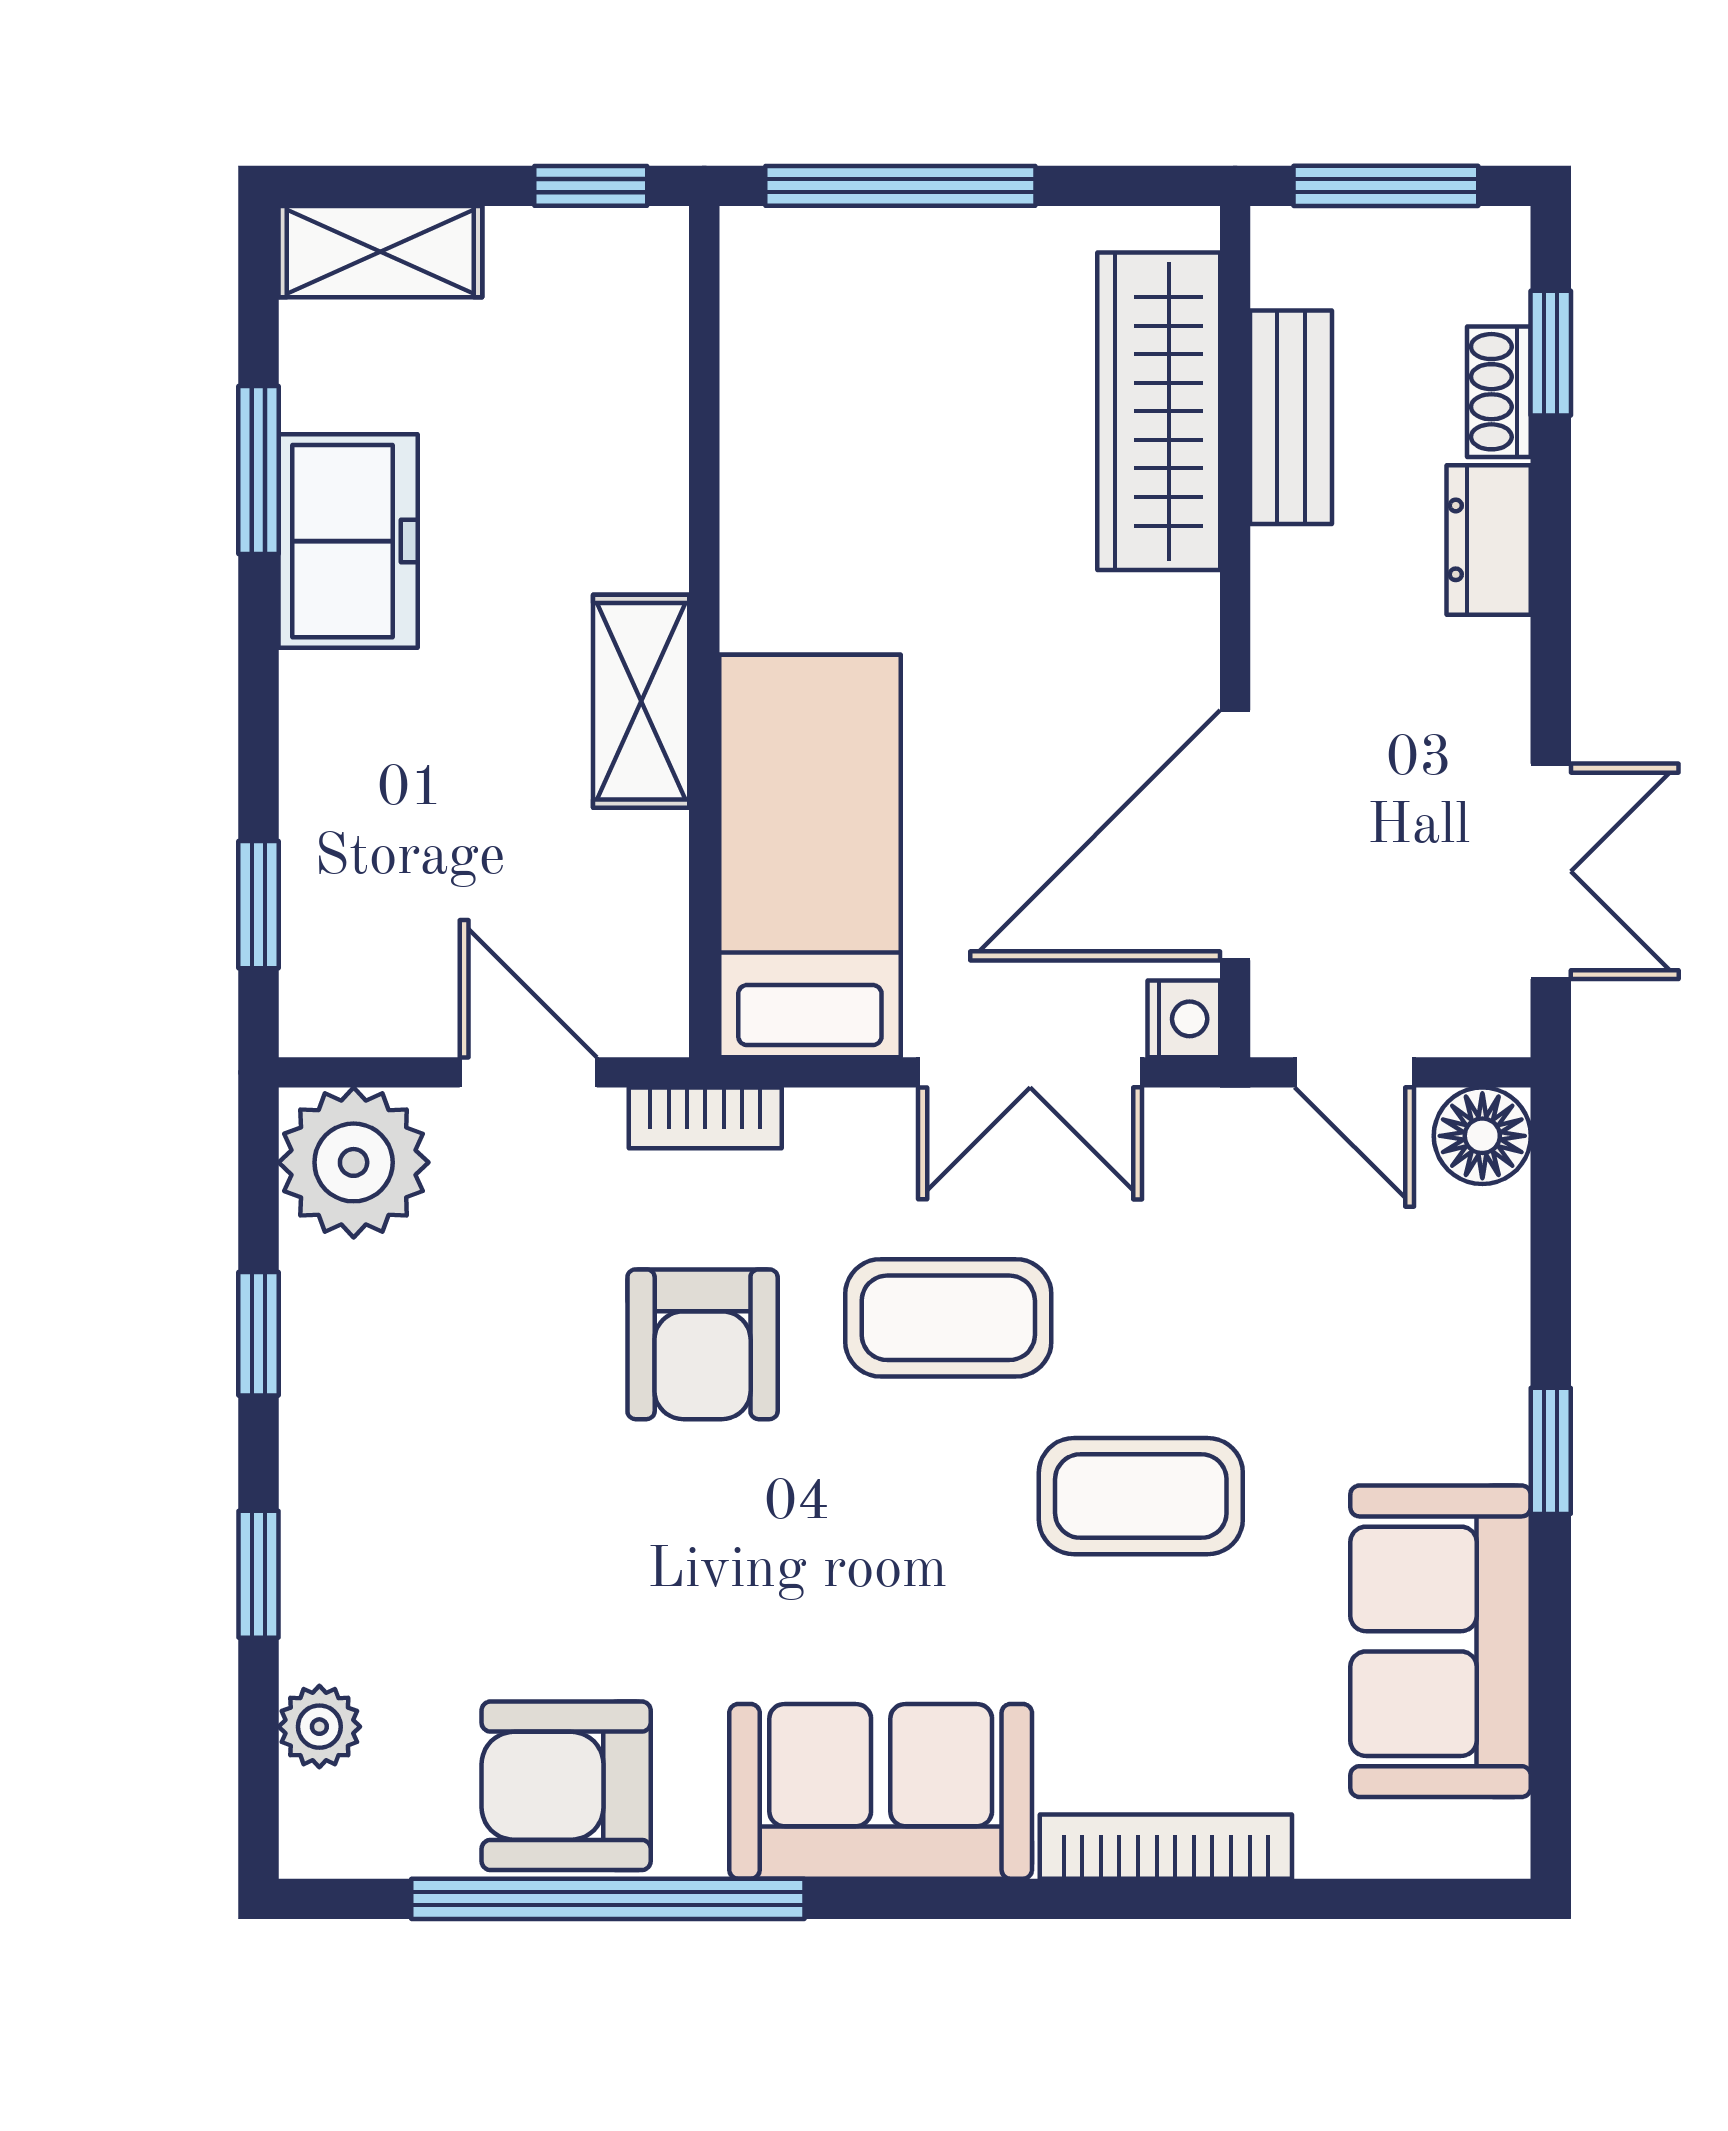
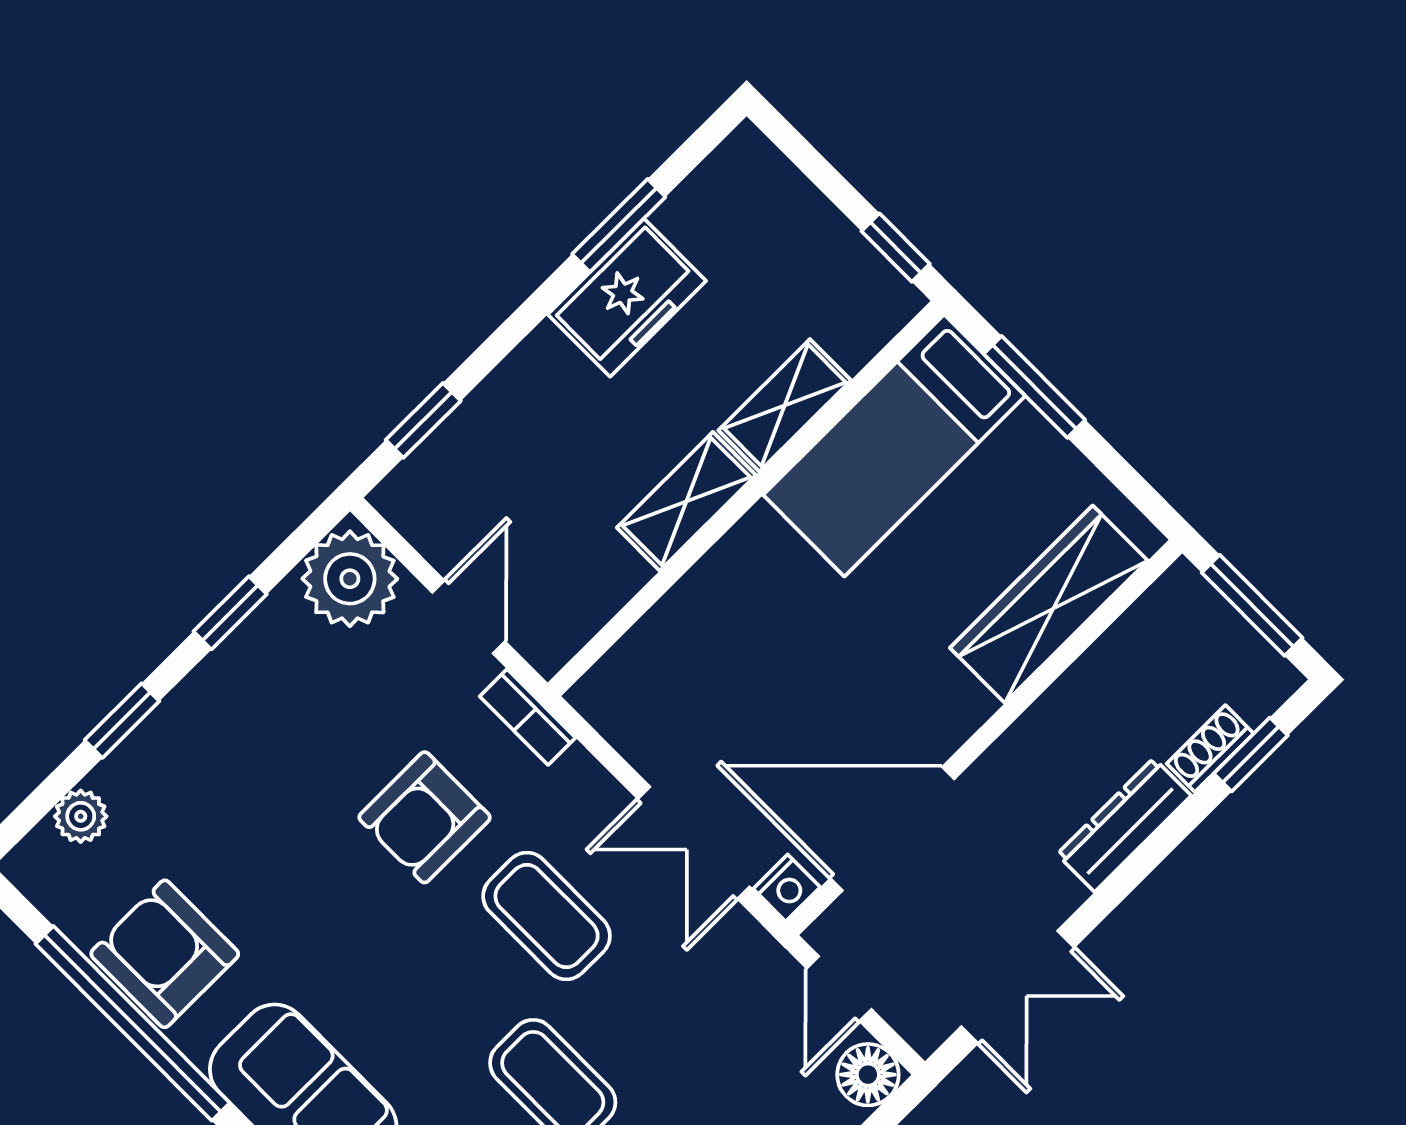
window: (900, 186) -> (1034, 387), width x0.69
shelving: (380, 252) -> (785, 405), moved, turned 90
bench: (1291, 417) -> (1105, 666), removed
dresser: (1489, 540) -> (1124, 825), width x1.44
bed: (810, 856) -> (894, 445), moved, turned 180

